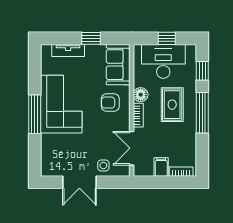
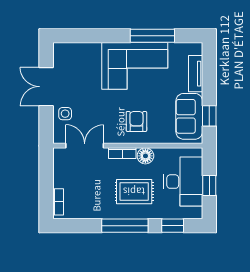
window: (91, 38) -> (209, 116), moved
sofa: (118, 65) -> (189, 116), moved, turned -90
window: (35, 114) -> (152, 36), moved
filing cabinet: (161, 167) -> (63, 179), removed

